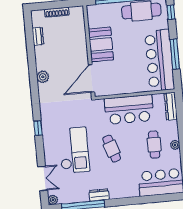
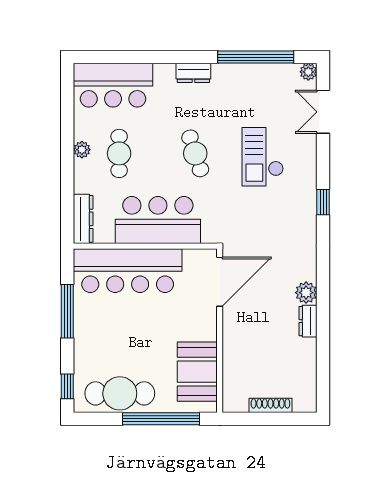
dresser: (38, 36) -> (308, 321), moved
booth: (101, 44) -> (197, 372), moved
bar counter: (160, 60) -> (128, 271), moved, turned 90
checkout: (74, 150) -> (263, 157), width x0.73, depth x0.83
dresser: (99, 195) -> (193, 73), moved

